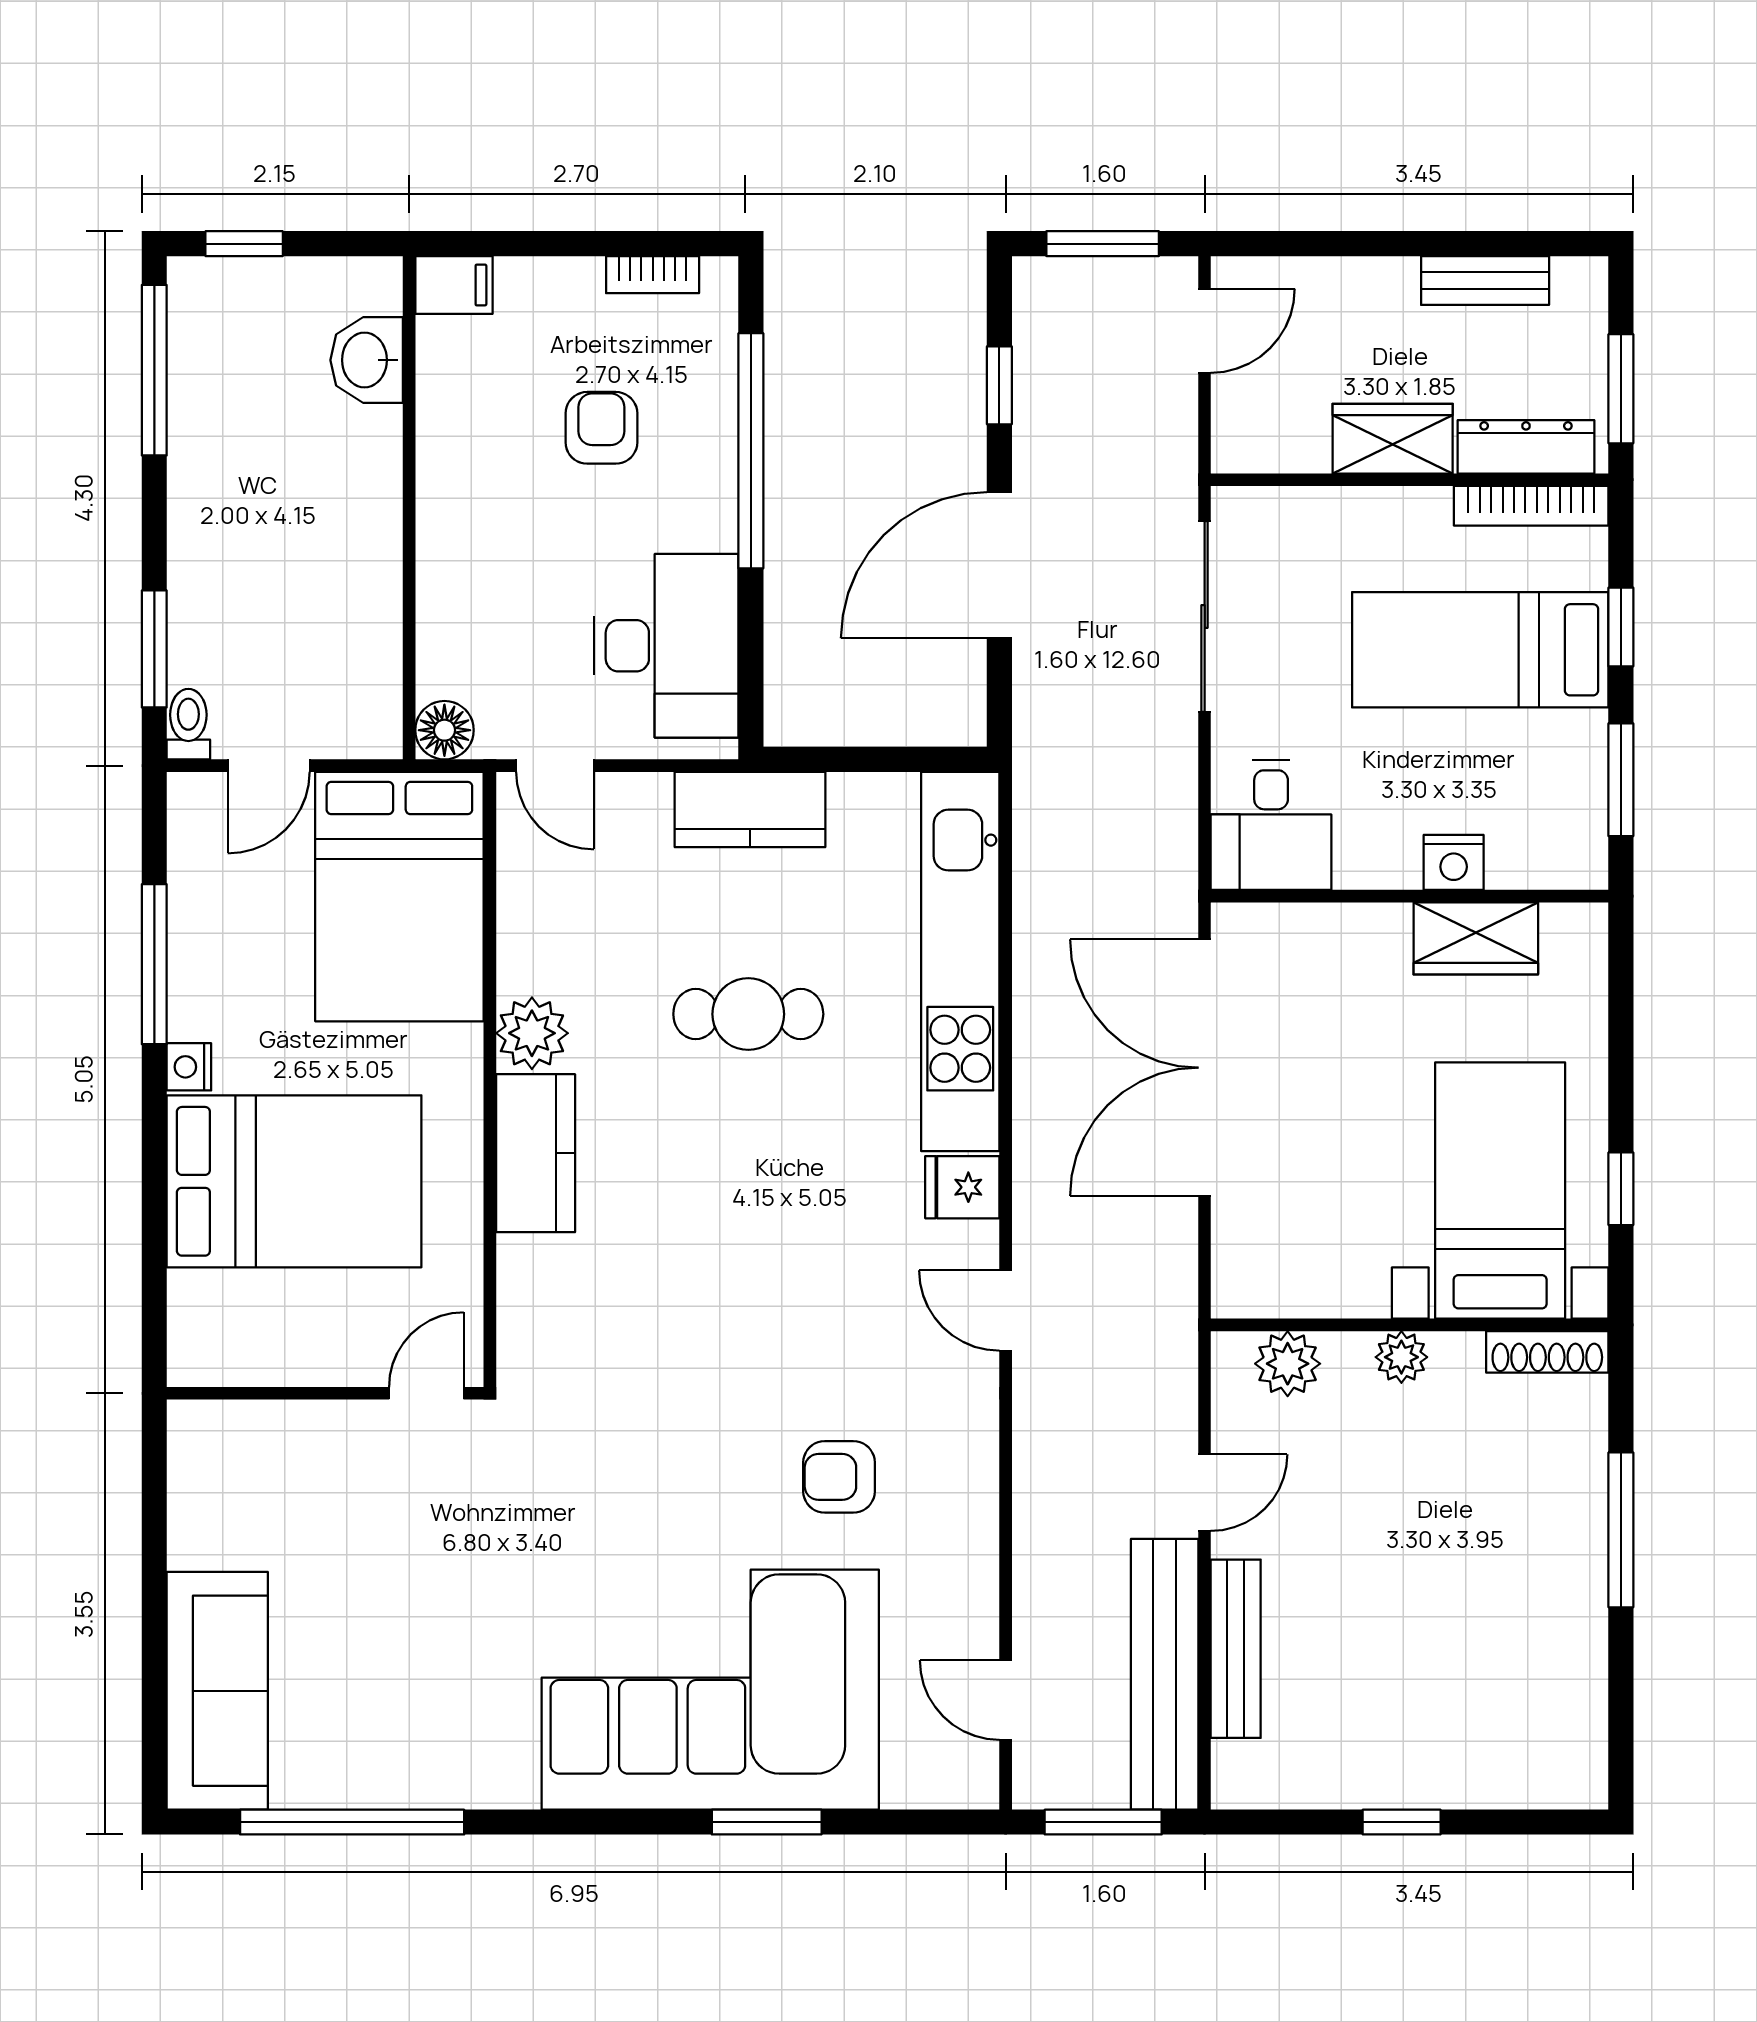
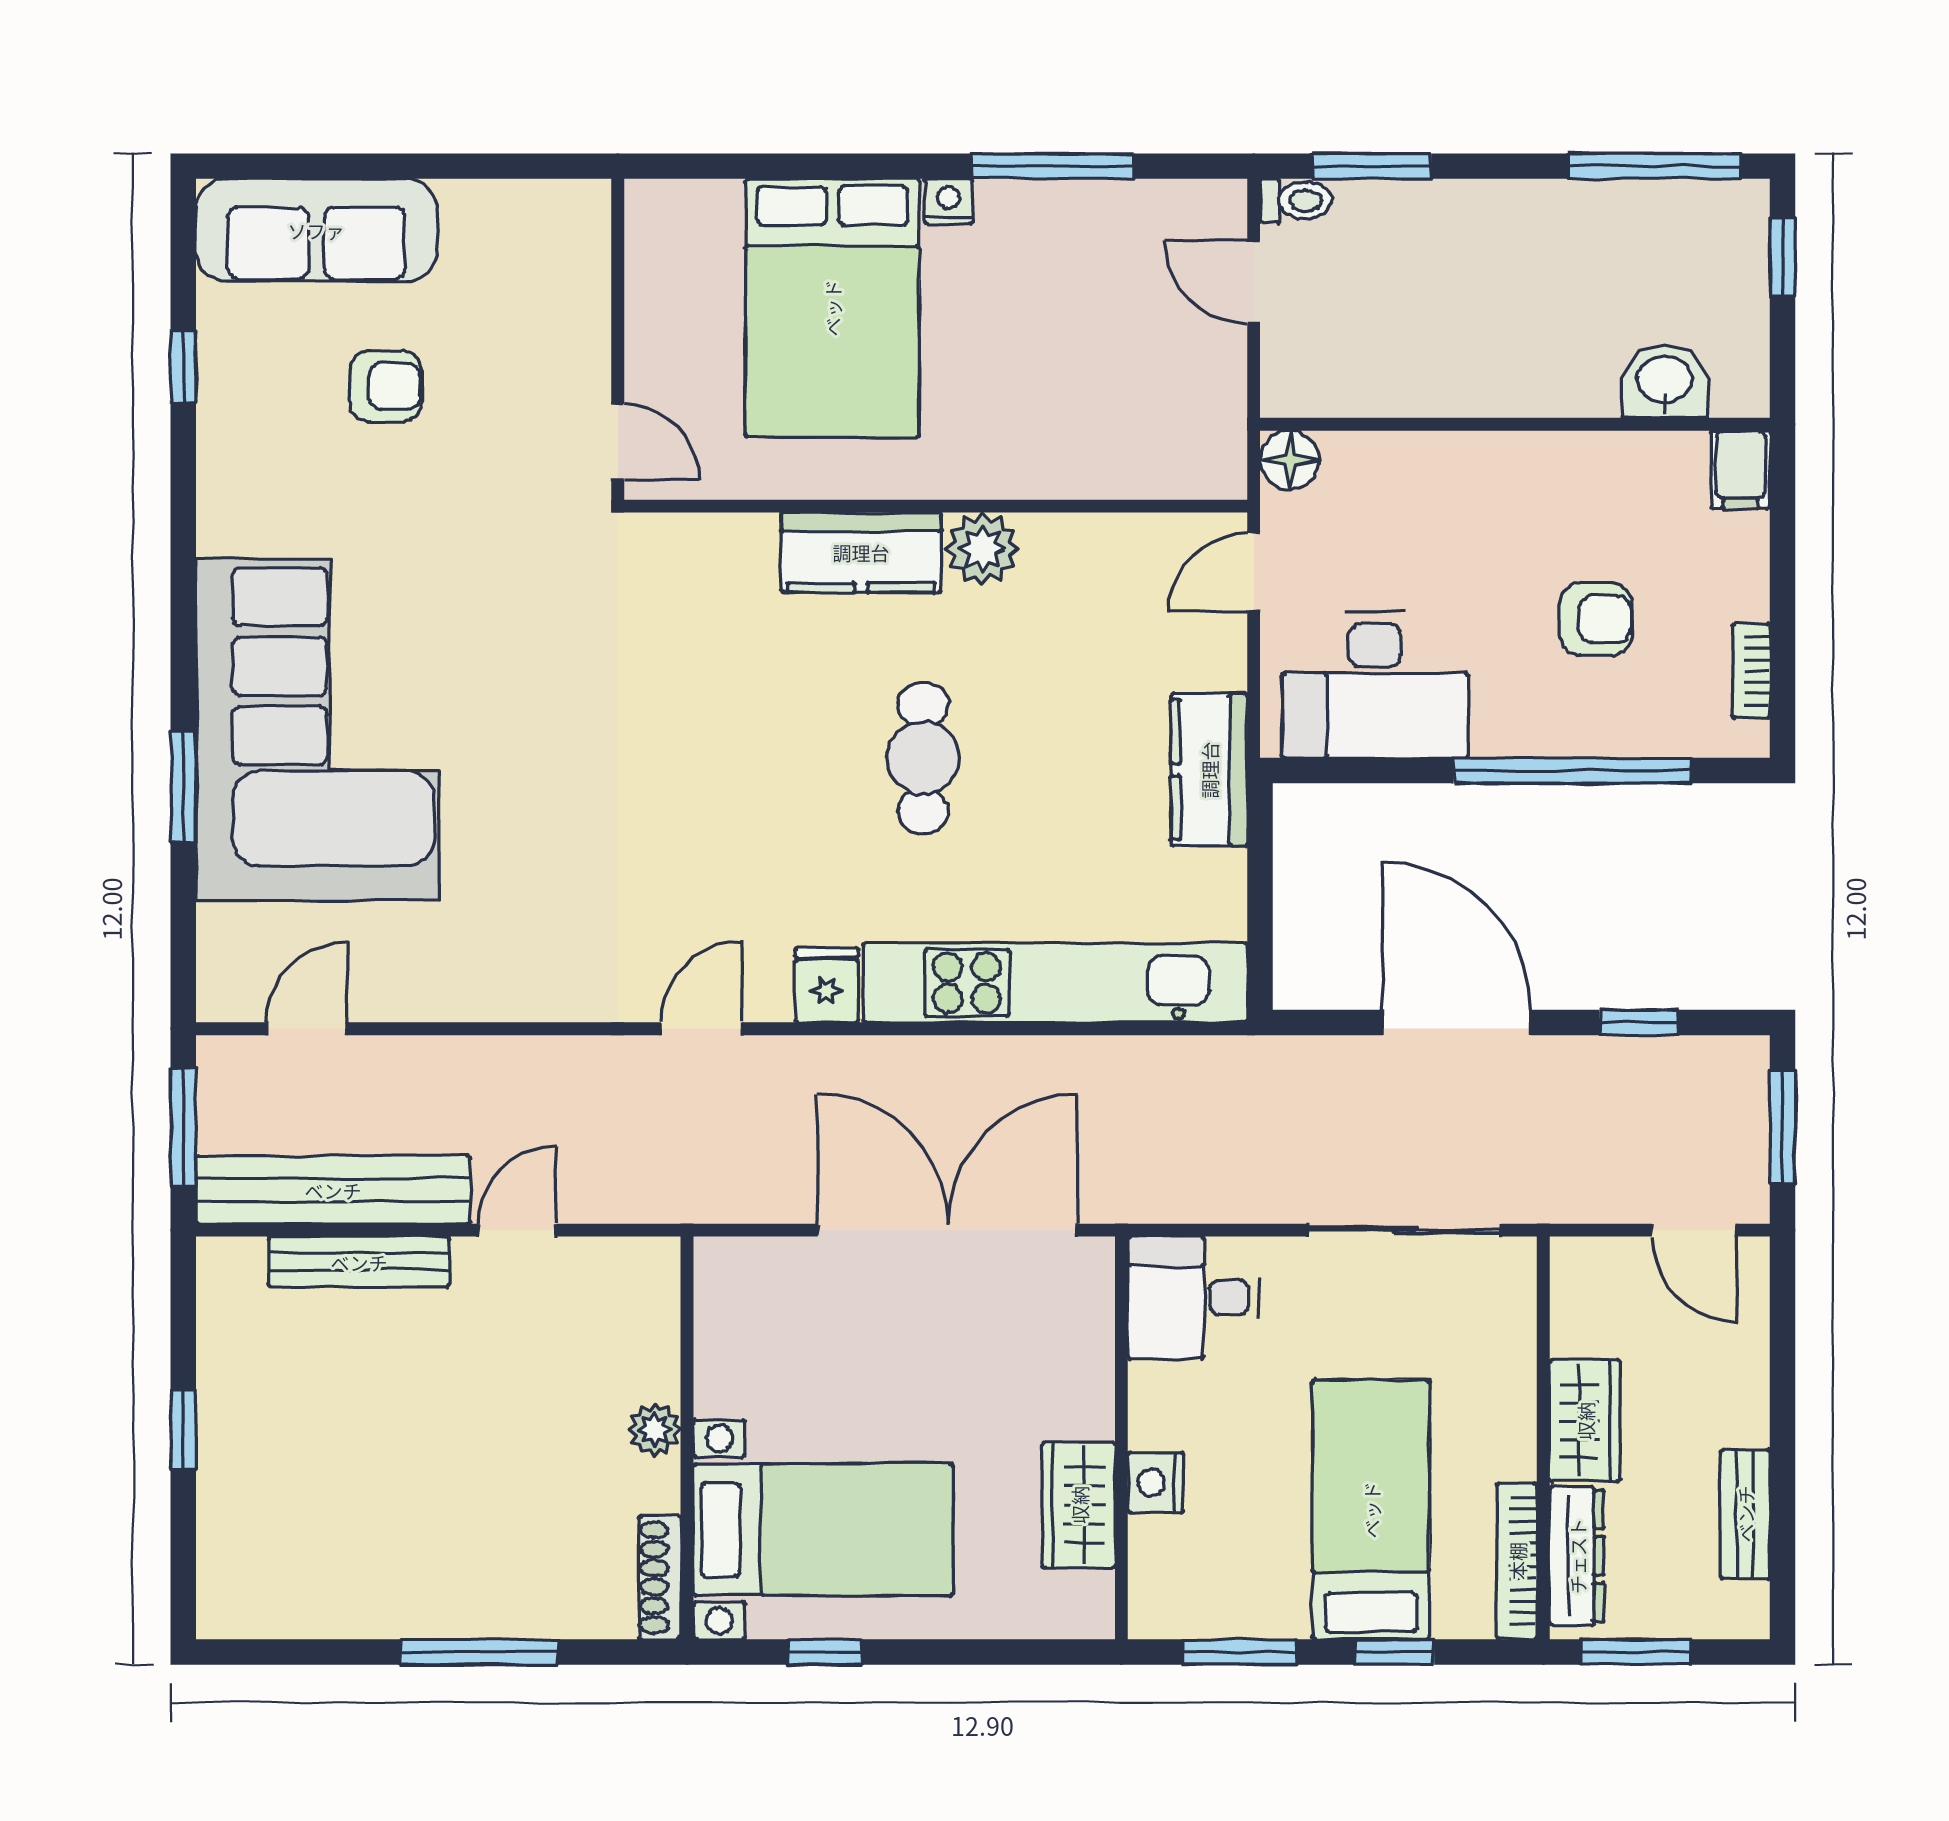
bed: (399, 897) -> (1121, 415), removed
cafe table: (748, 1014) -> (923, 758), moved
plant: (1288, 1364) -> (648, 1314), removed
armchair: (839, 1477) -> (386, 386), moved, turned 90
door: (1205, 1493) -> (517, 1230), swing flipped
window: (352, 1822) -> (183, 367), width x0.32

